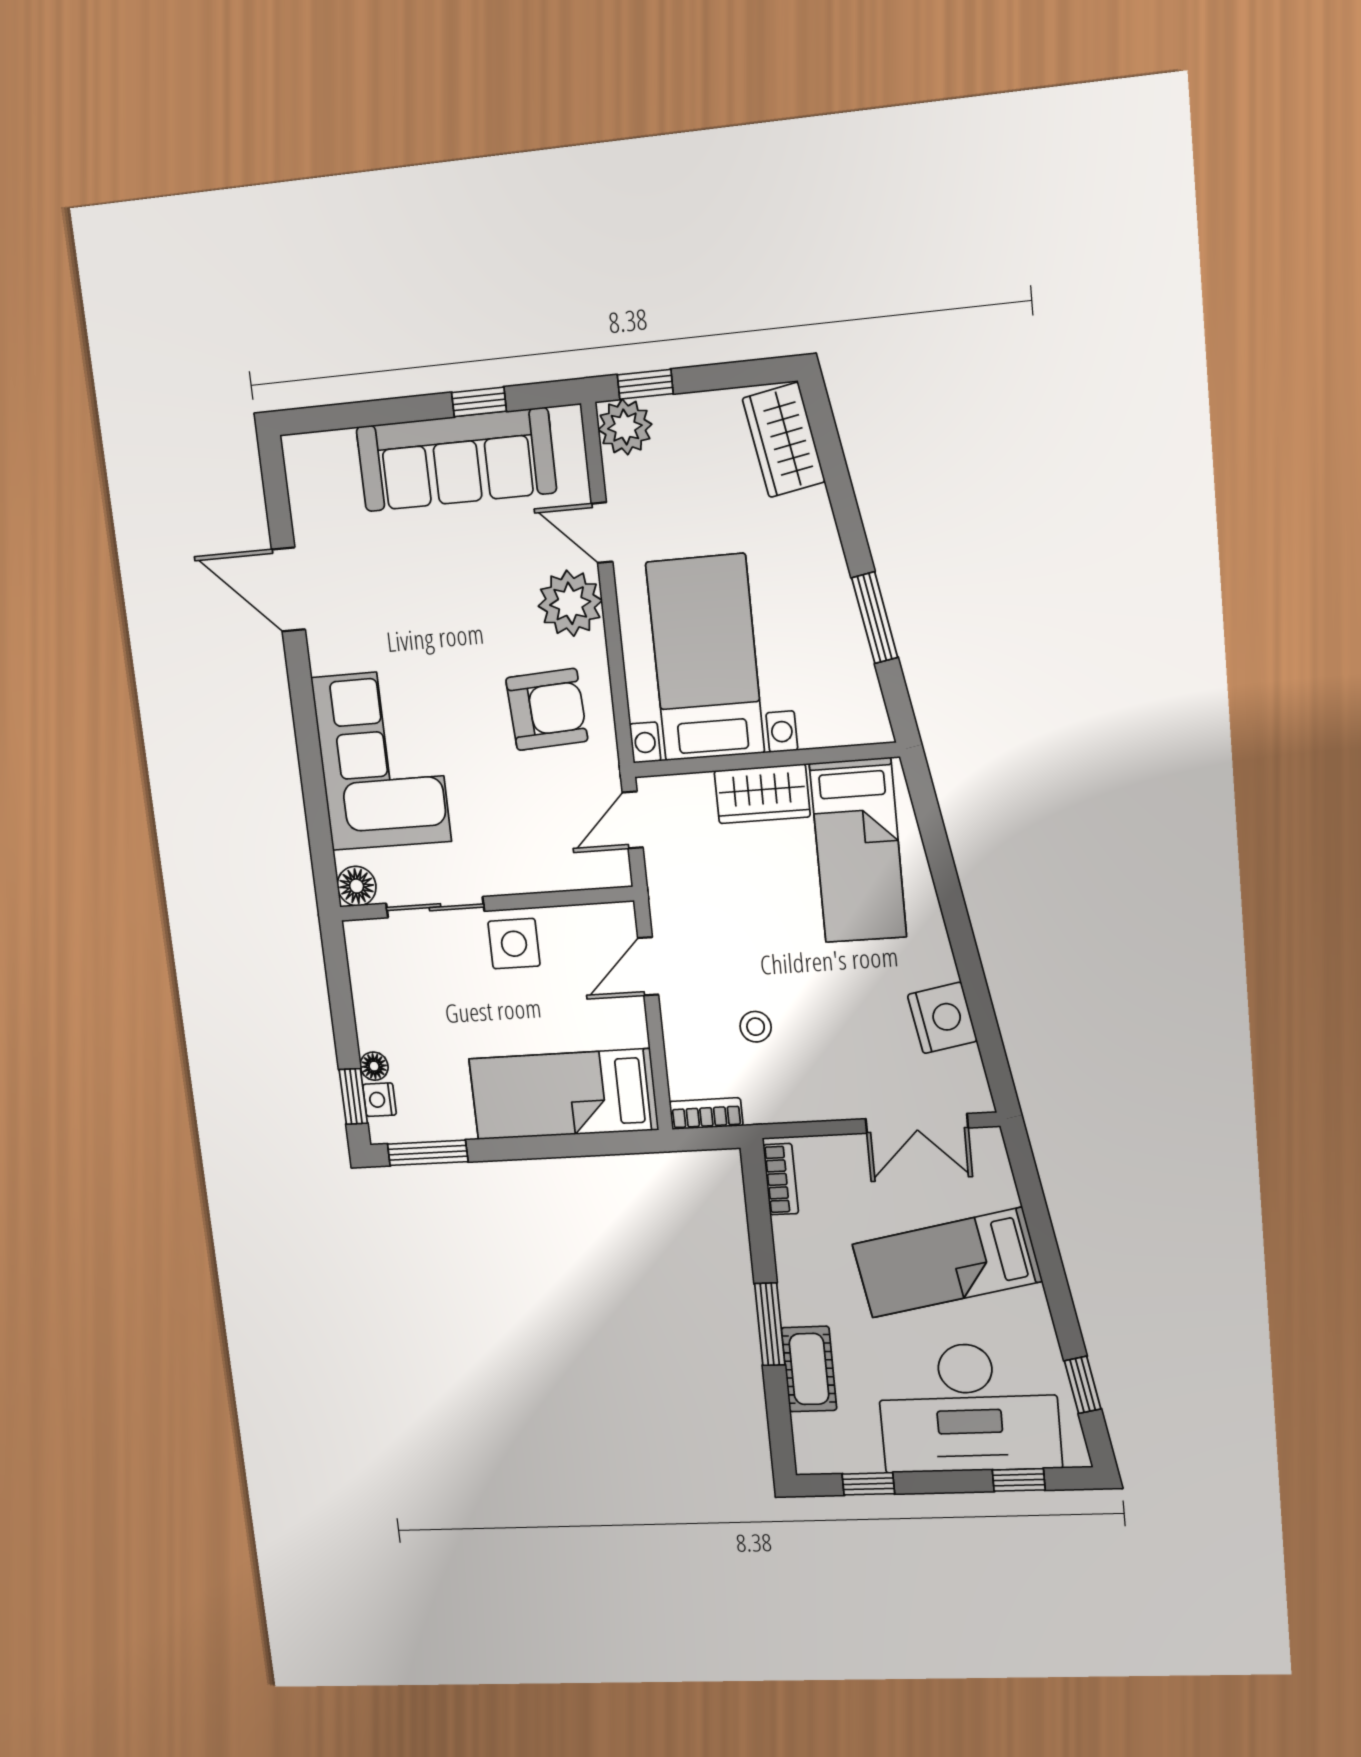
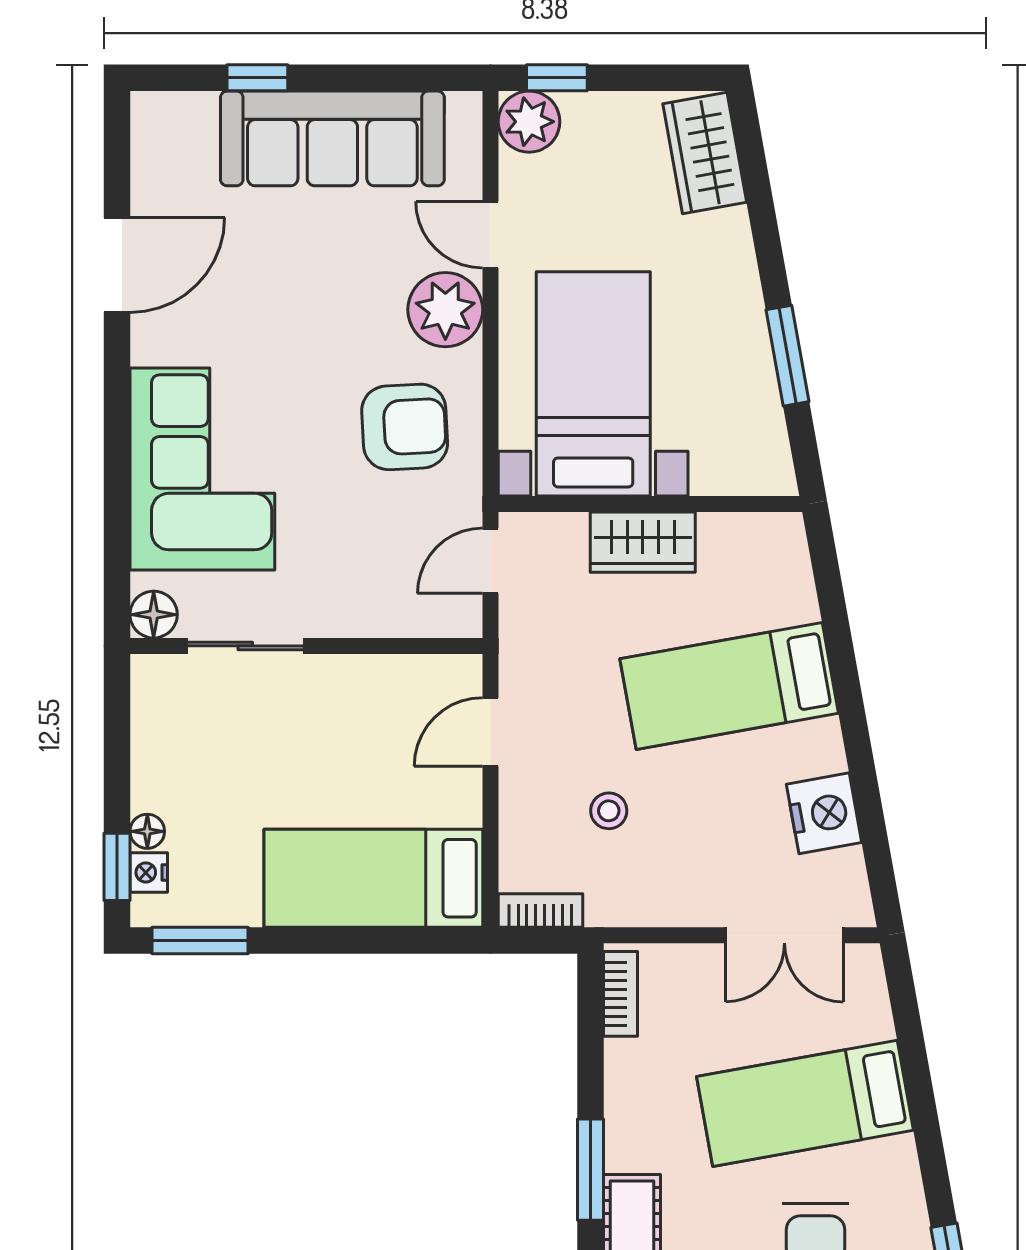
window: (479, 402) -> (257, 78), moved
door: (288, 589) -> (117, 265), swing flipped
bed: (858, 850) -> (729, 686), moved, turned 80
side table: (514, 944) -> (335, 695), removed

